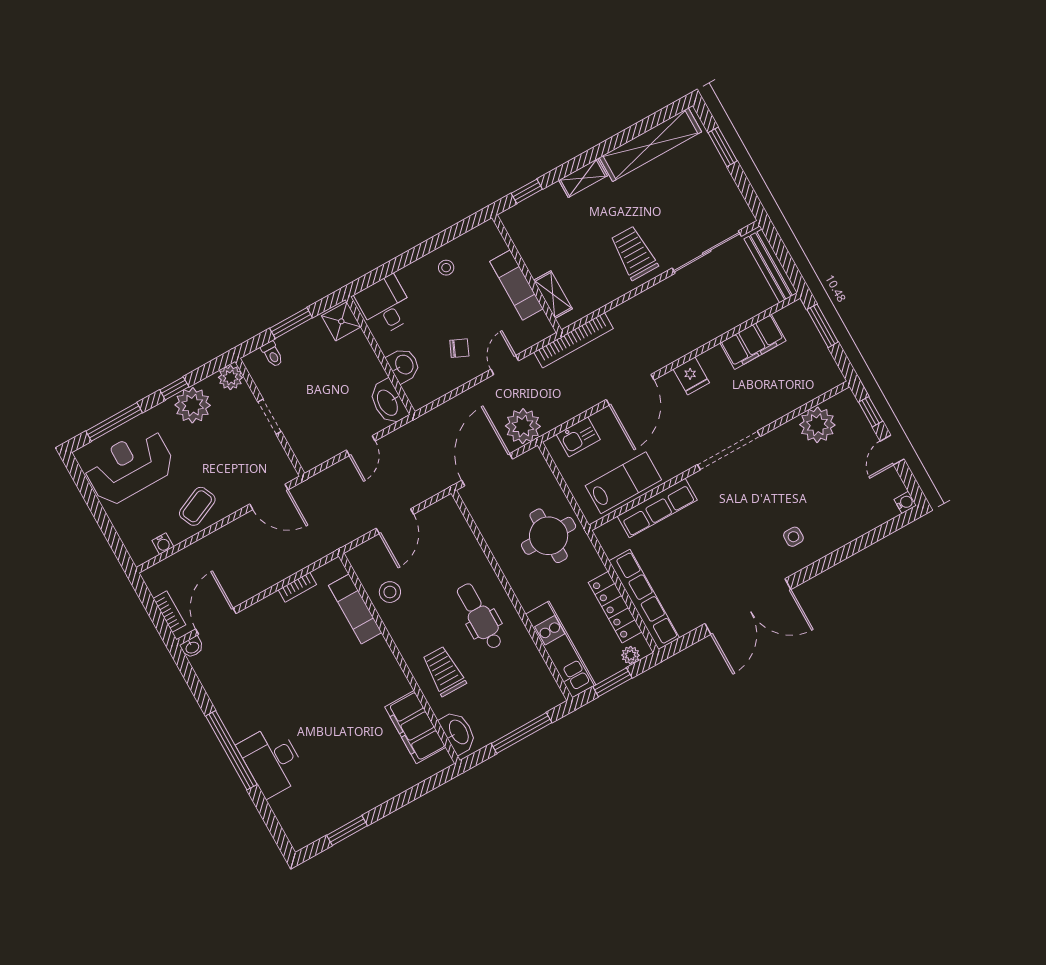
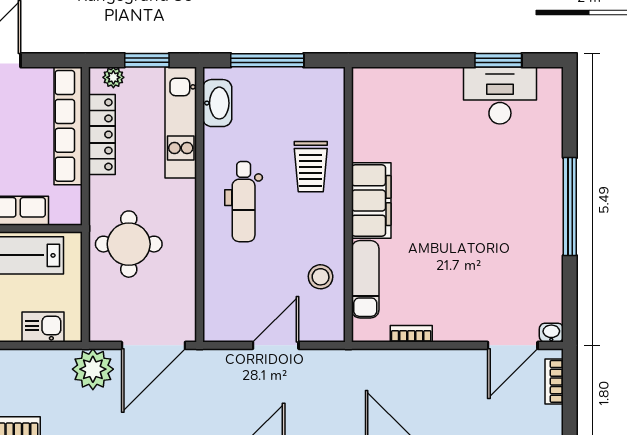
filing cabinet: (415, 727) -> (371, 201), moved
washbasin: (458, 732) -> (217, 103), moved, turned 180
desk: (272, 761) -> (500, 95), moved, turned -90

